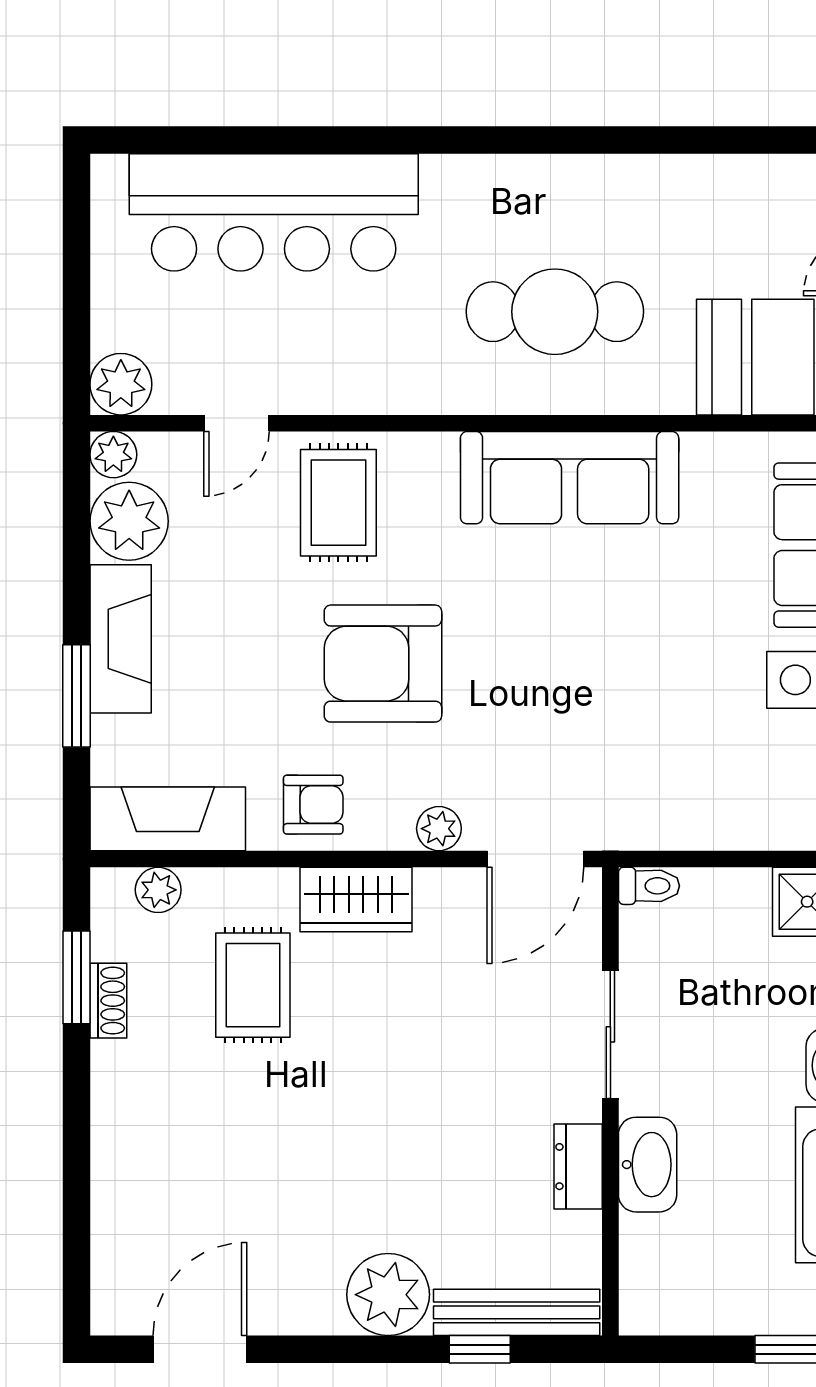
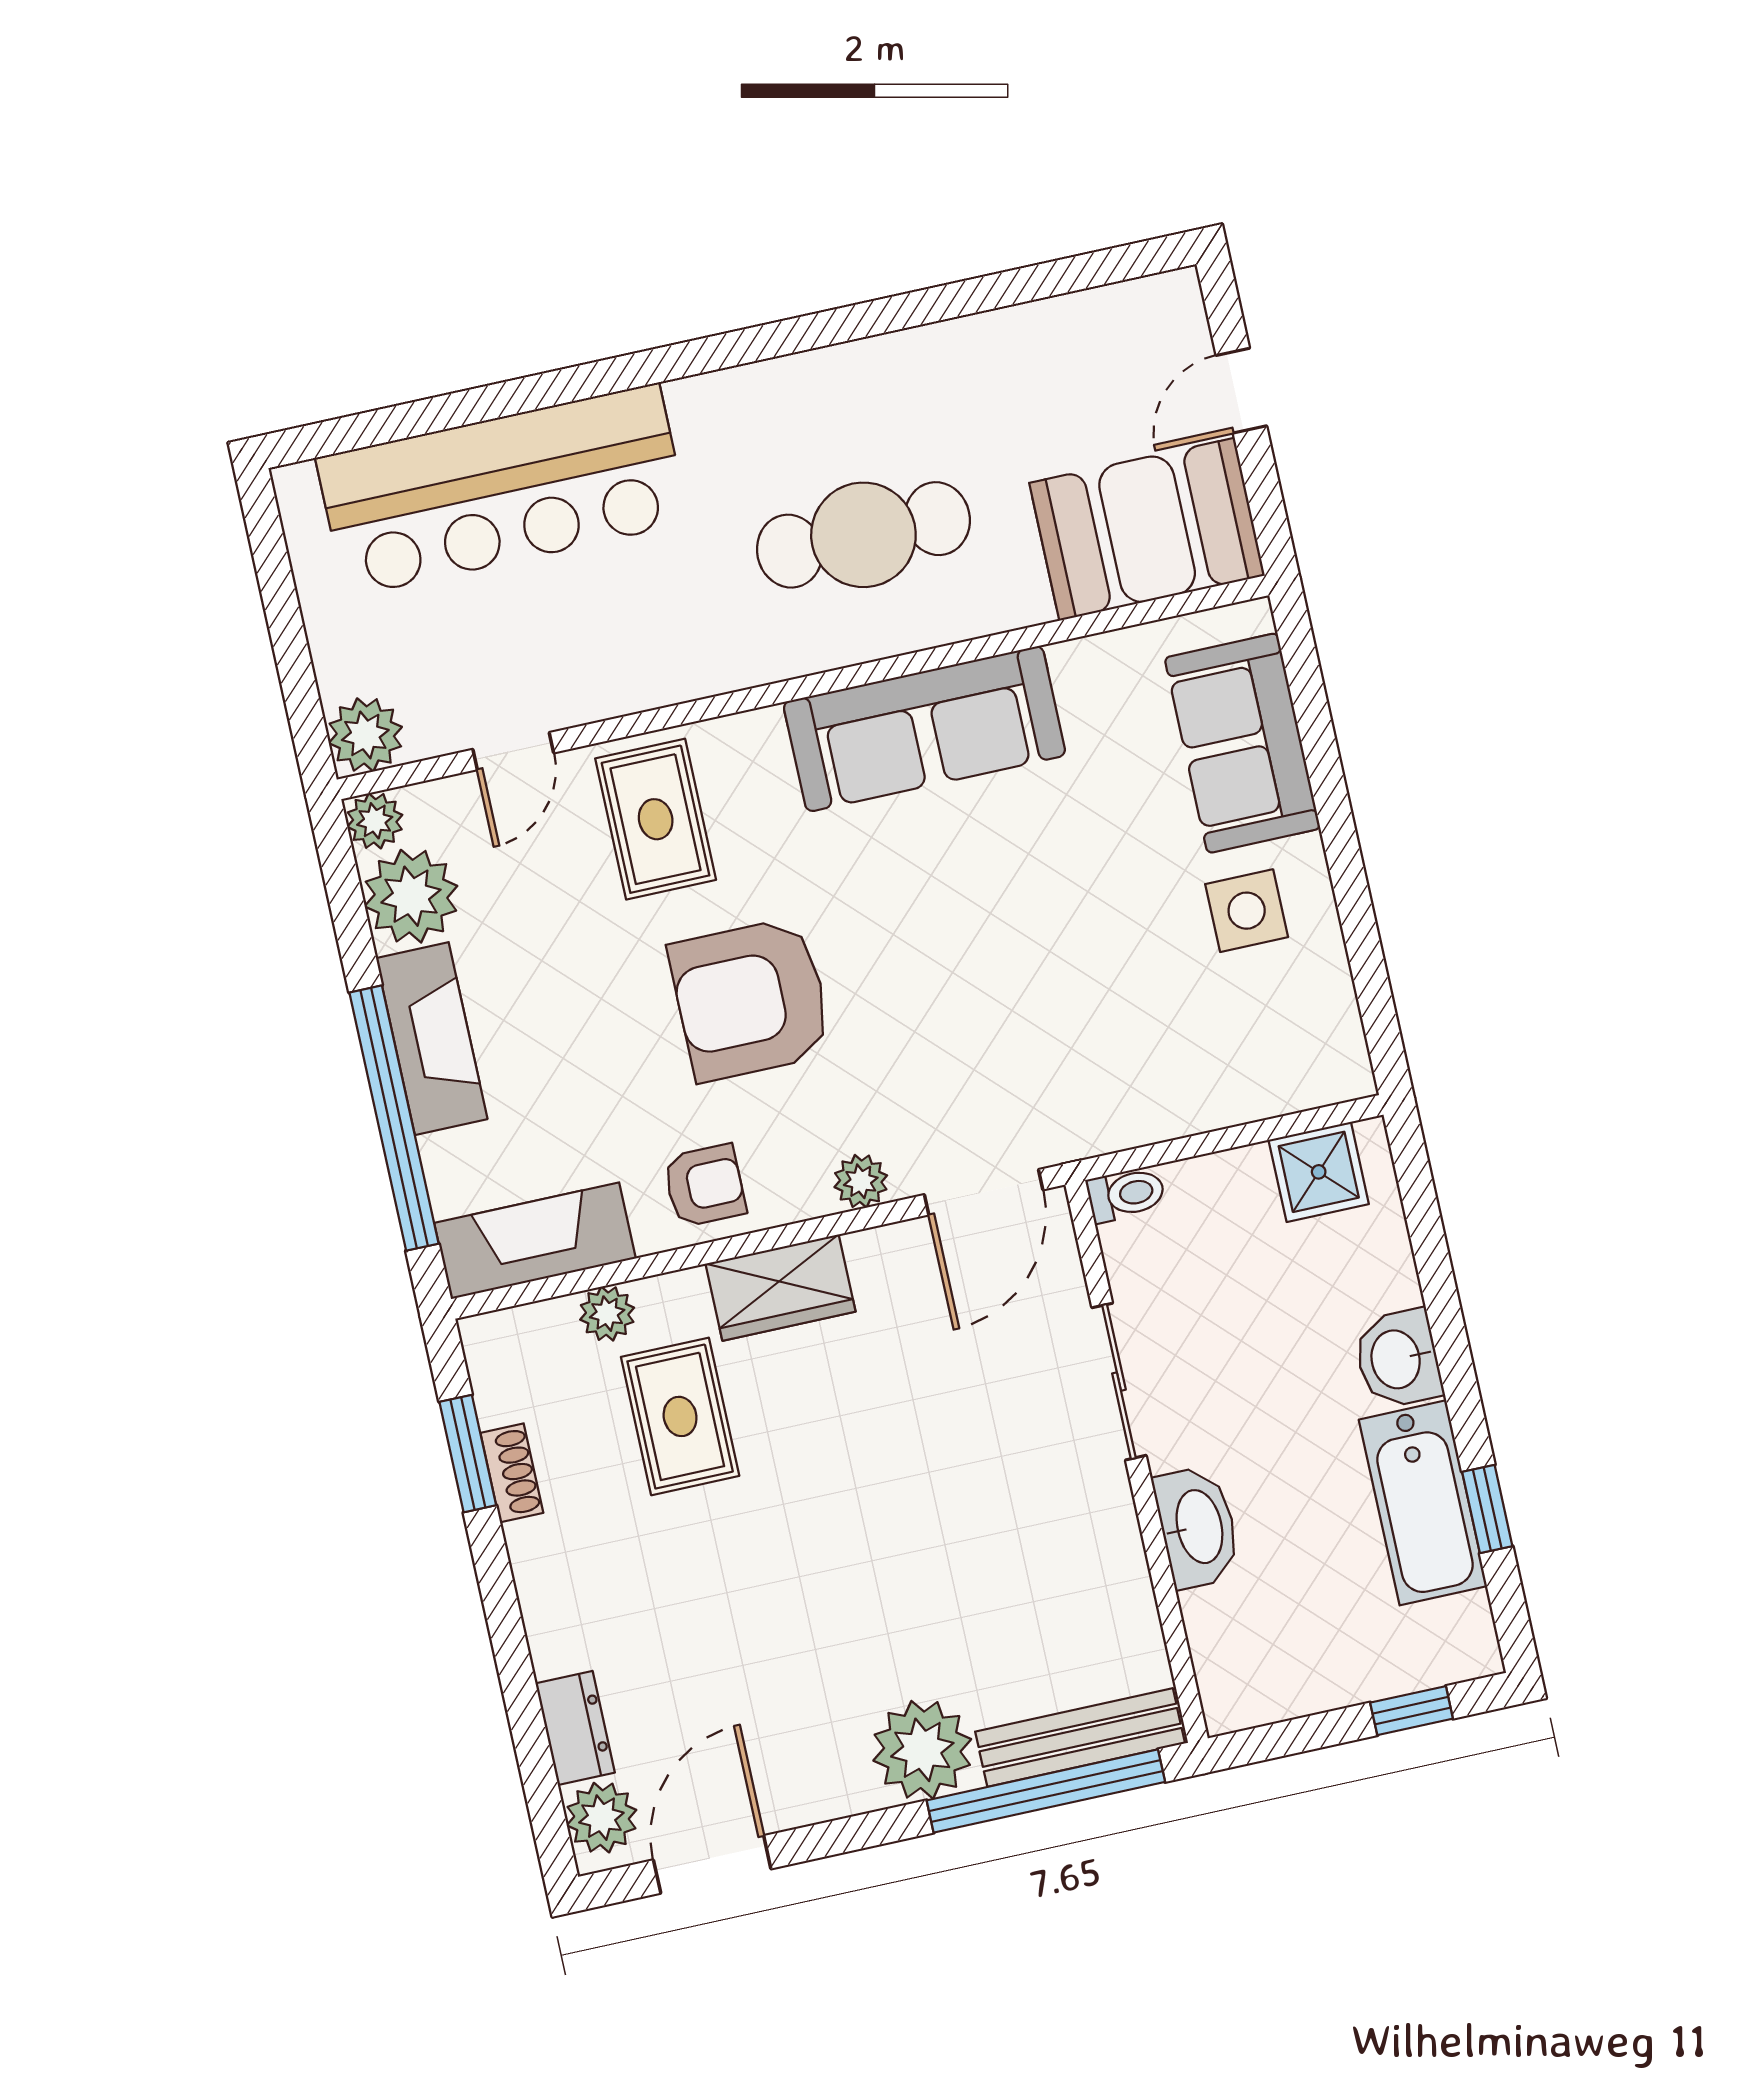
window: (76, 696) -> (394, 1118), width x2.11
plant: (158, 890) -> (607, 1314), moved
dresser: (578, 1167) -> (575, 1728), moved, turned 180
plant: (119, 1292) -> (601, 1818), added
window: (480, 1349) -> (1046, 1791), width x3.17

